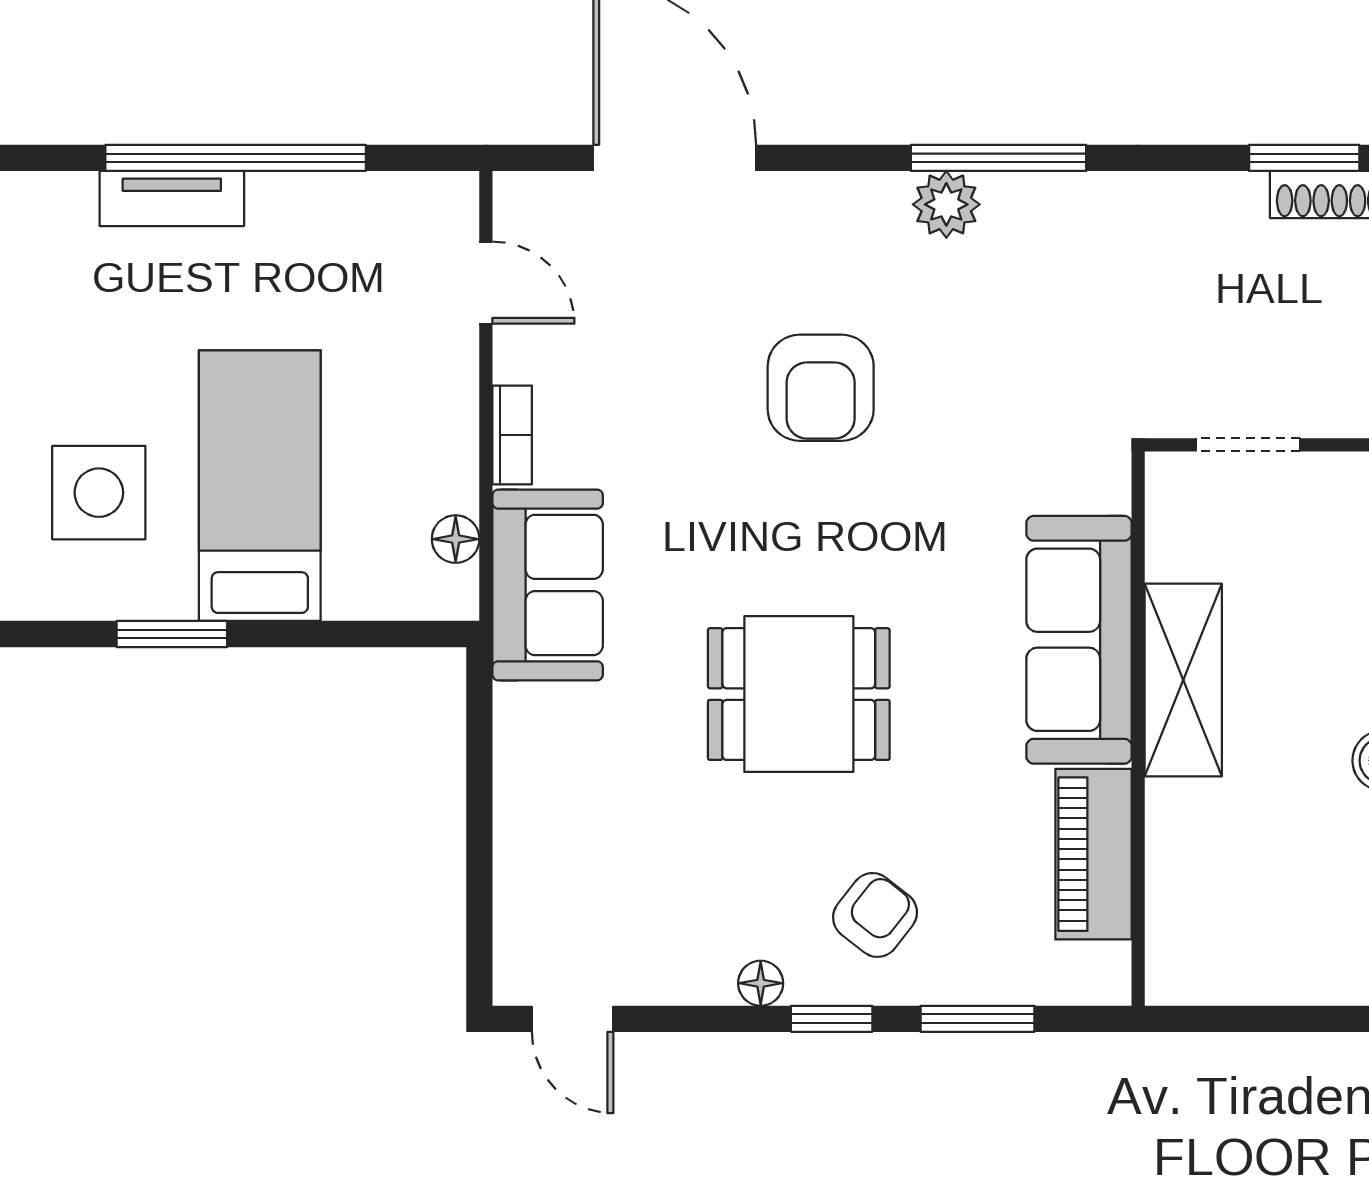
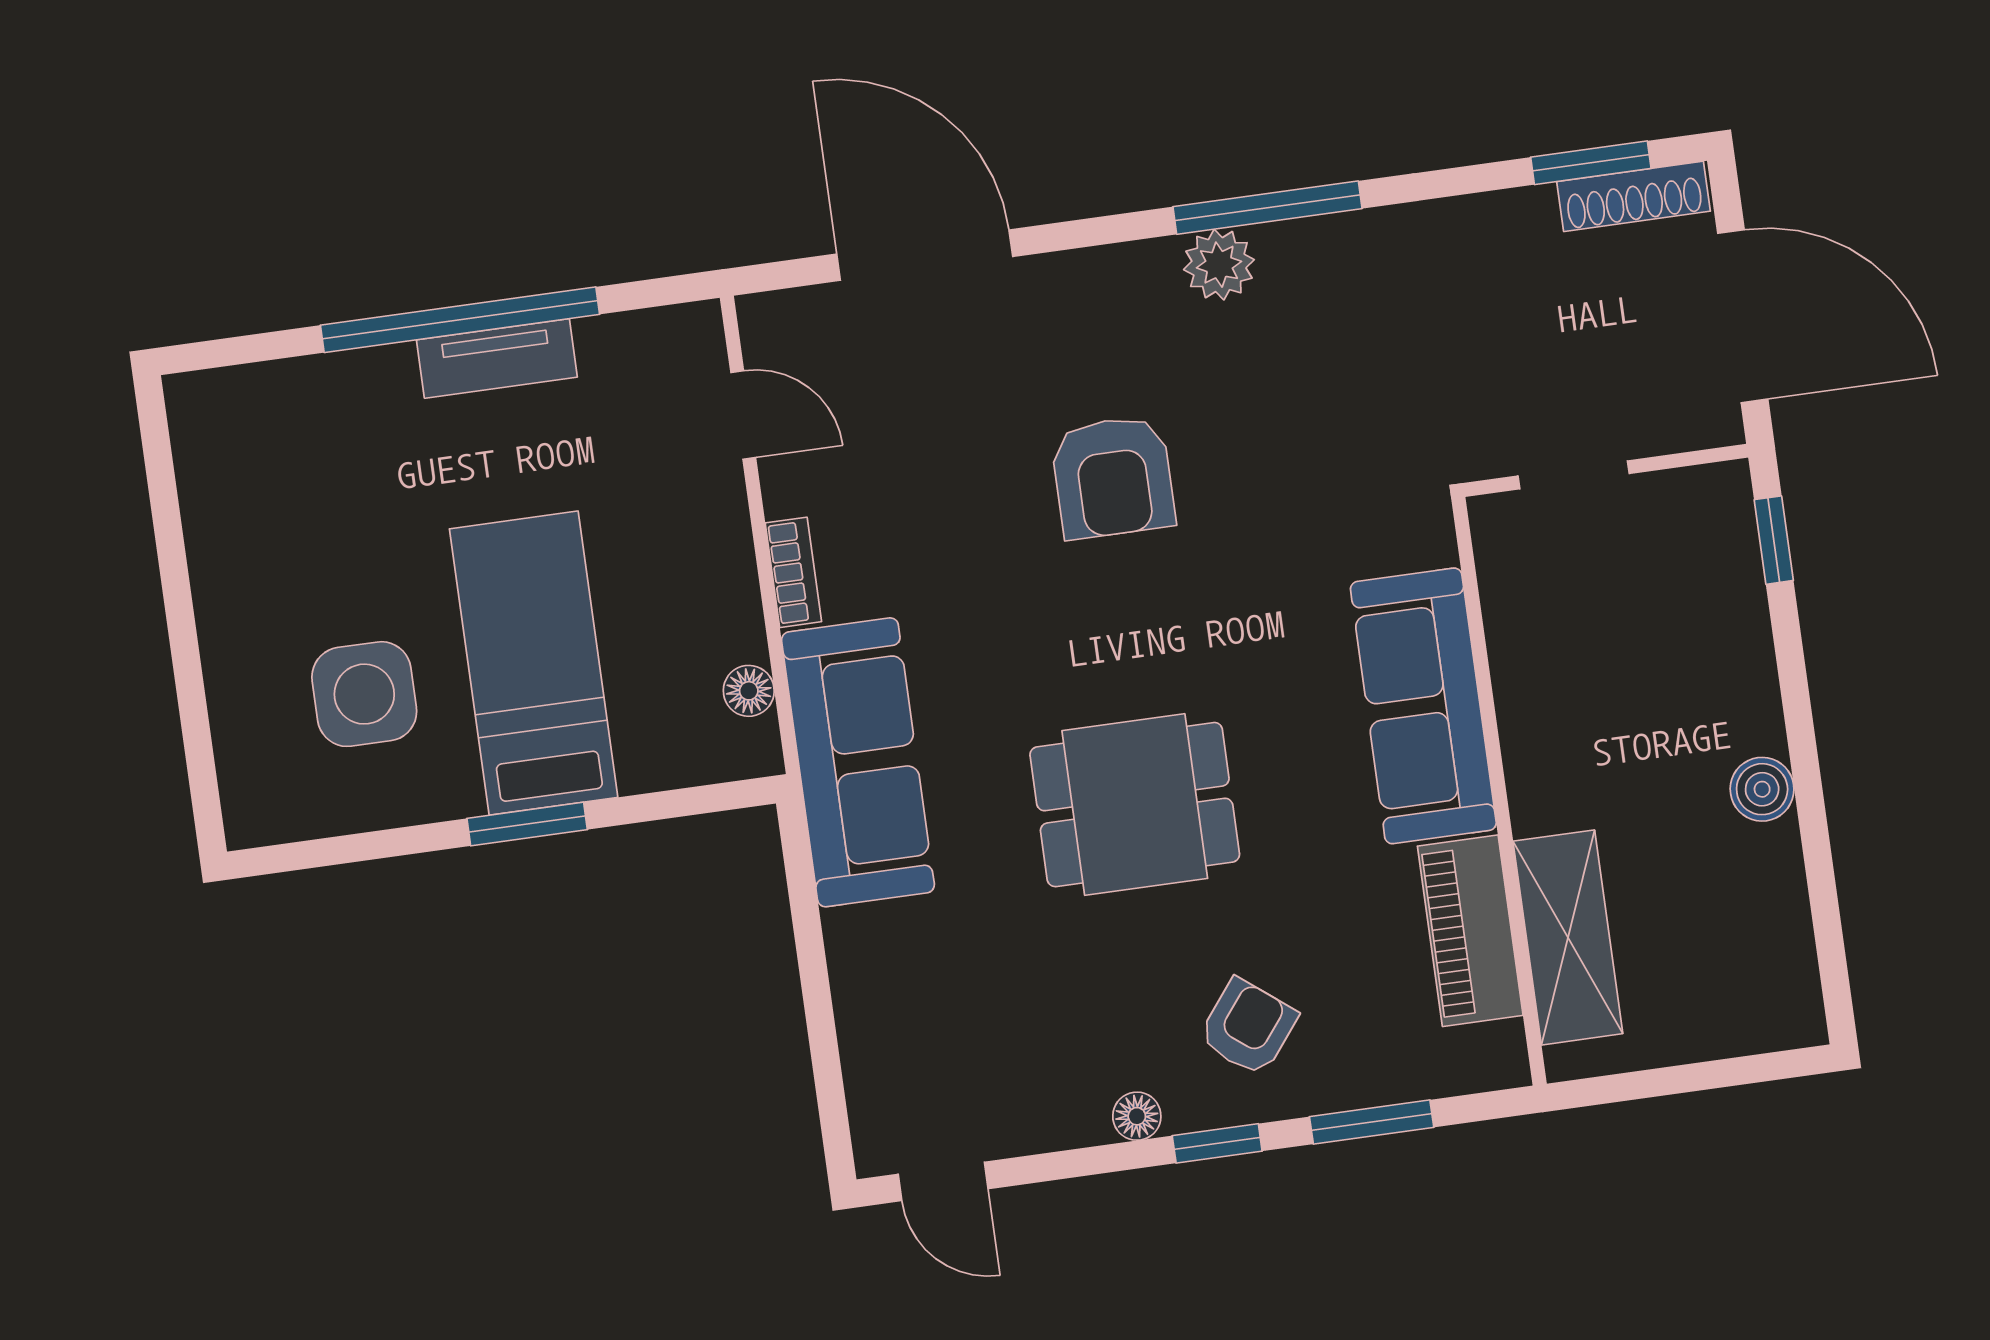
tv unit: (172, 199) -> (497, 358), moved
sofa: (548, 585) -> (858, 762), width x1.36
window: (172, 634) -> (527, 824), moved
shelving: (1183, 680) -> (1568, 937), moved

